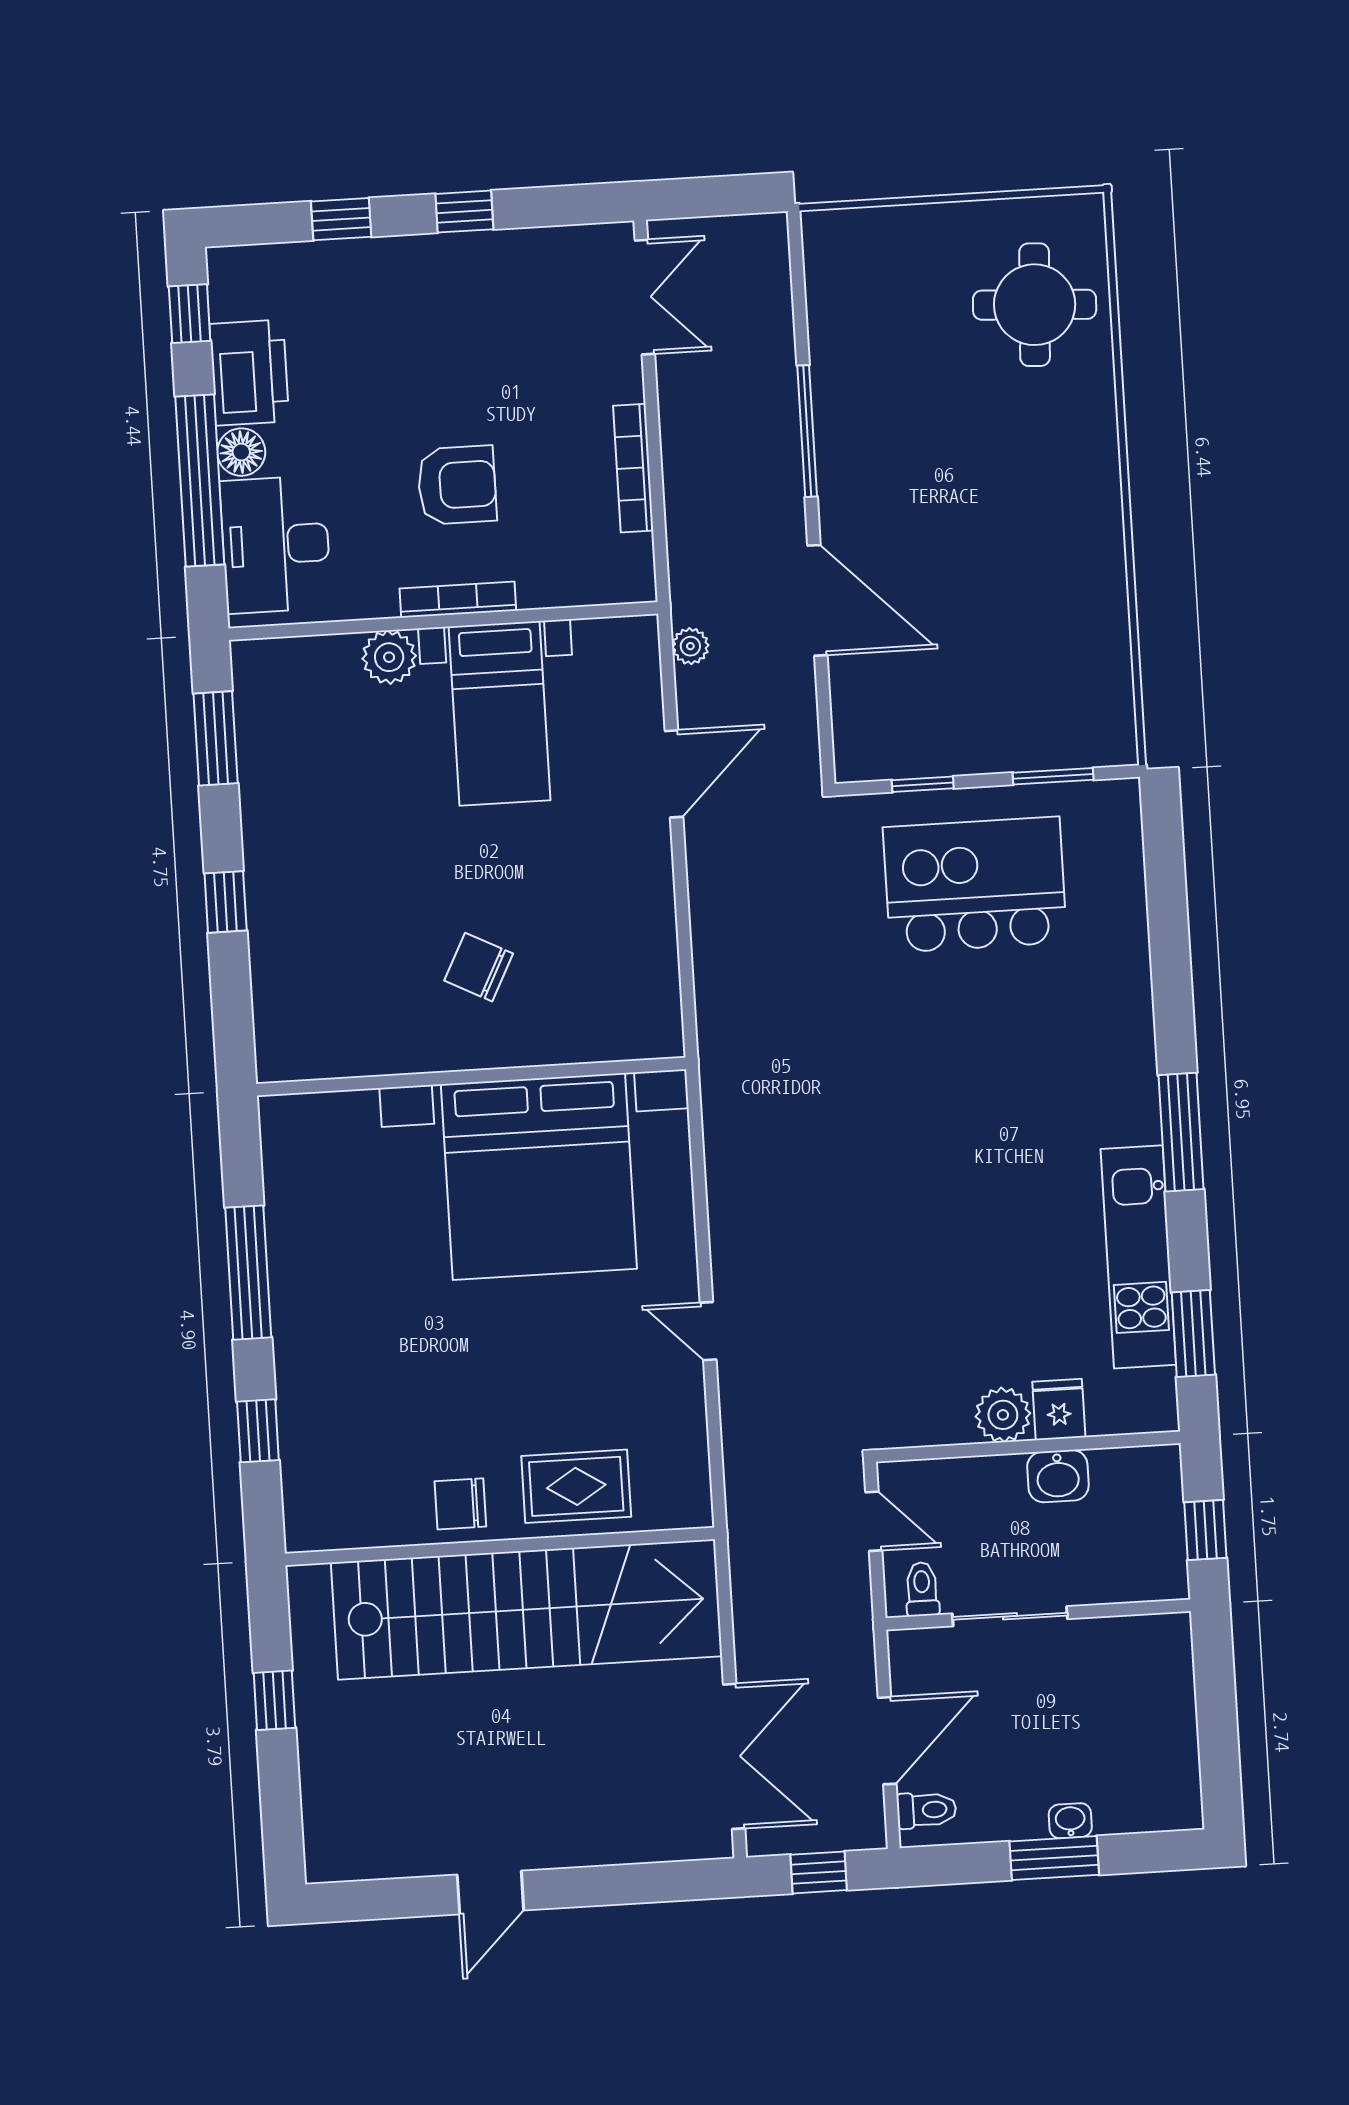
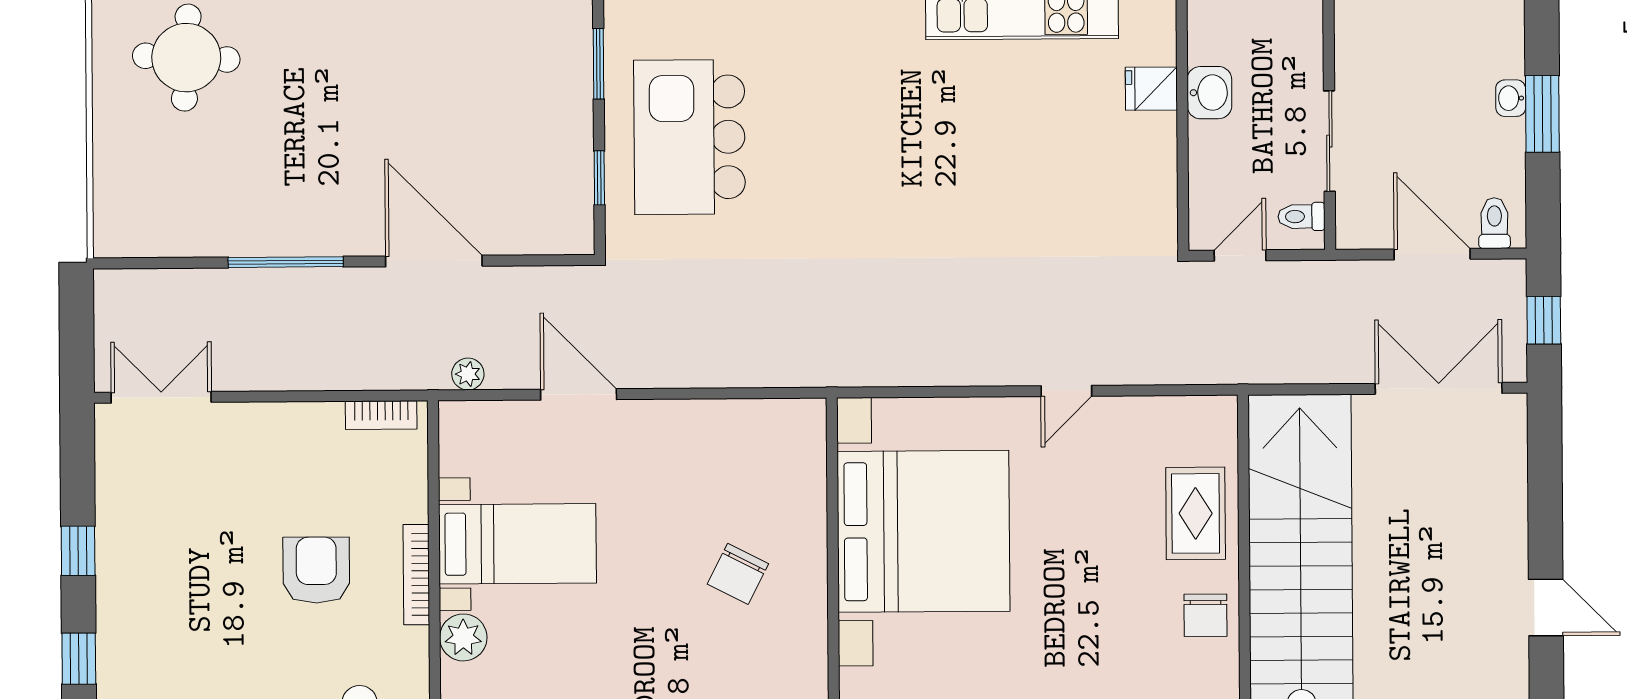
bookcase: (633, 468) -> (381, 415), moved, width x0.64
door: (817, 600) -> (434, 261), hinge flipped
plant: (1003, 1415) -> (1153, 138), removed

